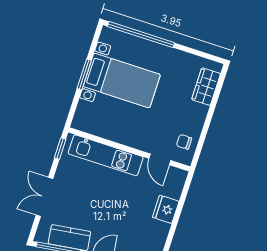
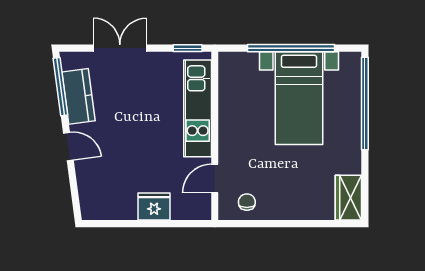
window: (84, 74) -> (291, 48), width x2.11
wardrobe: (206, 87) -> (348, 198), moved, turned -90

